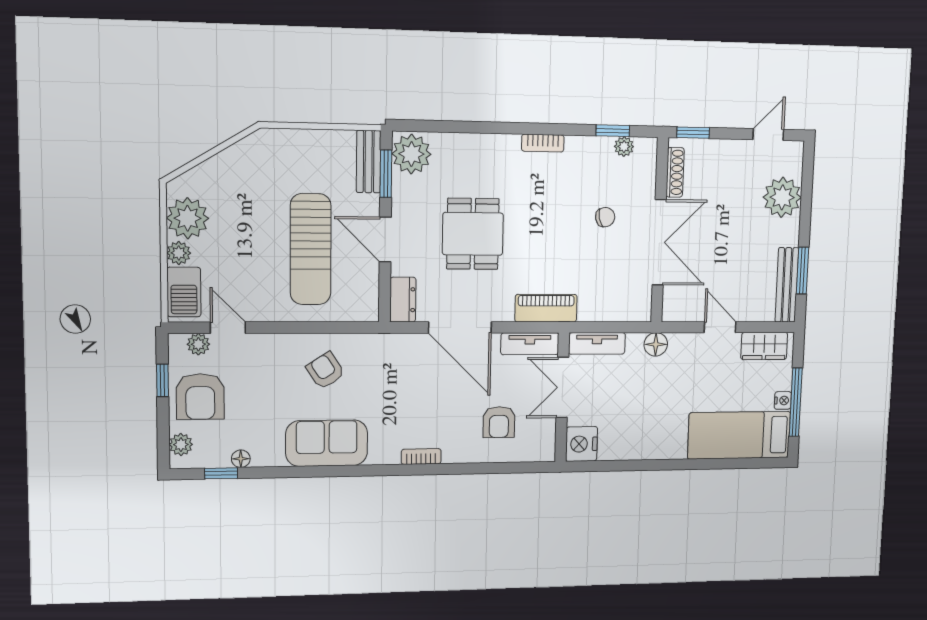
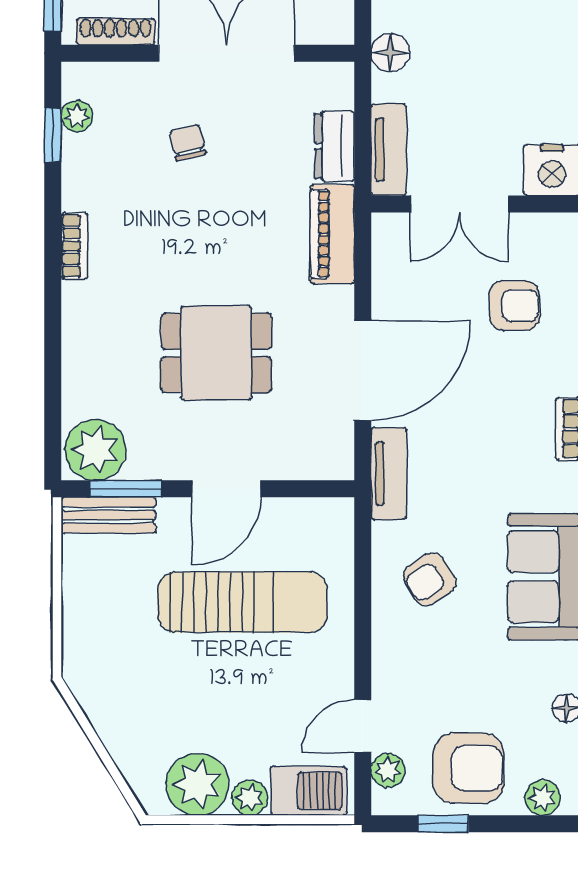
dresser: (403, 300) -> (335, 146), moved, turned -90
tv unit: (530, 344) -> (389, 474), moved

